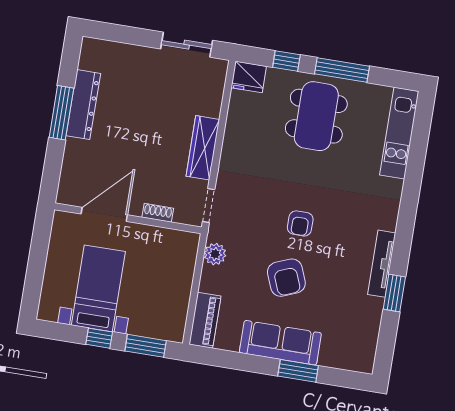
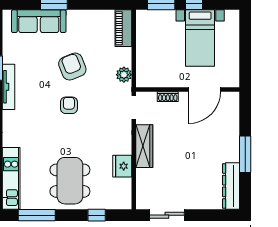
window: (342, 70) -> (37, 215), moved
fridge: (249, 77) -> (122, 166), moved, turned -90
dresser: (83, 105) -> (231, 186), moved
sofa: (280, 343) -> (39, 21), moved

